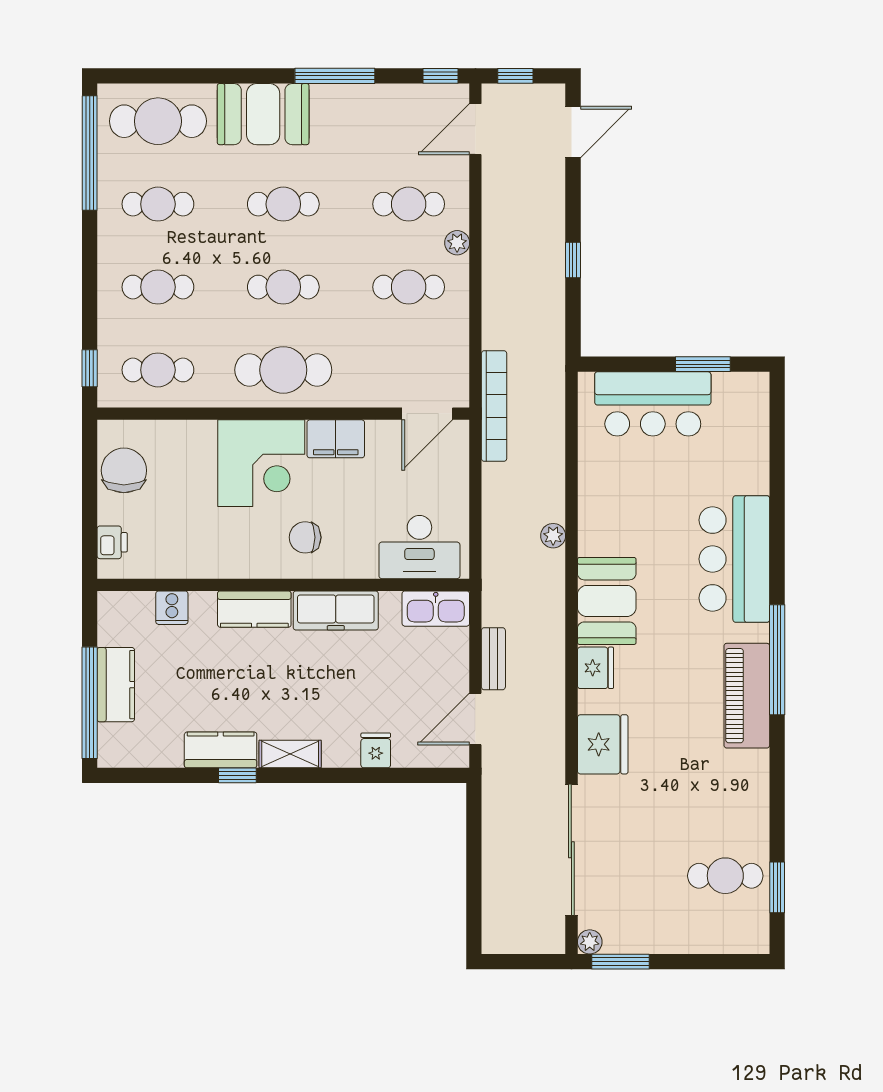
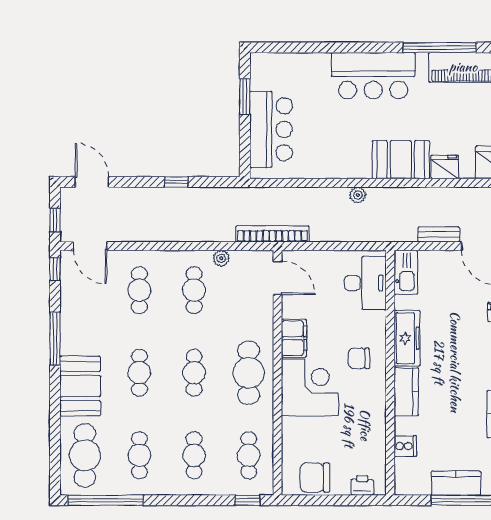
plant: (457, 243) -> (221, 258), moved
chair: (305, 537) -> (359, 358), turned 90

